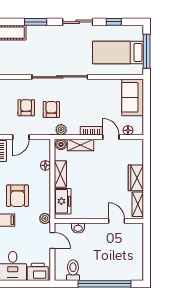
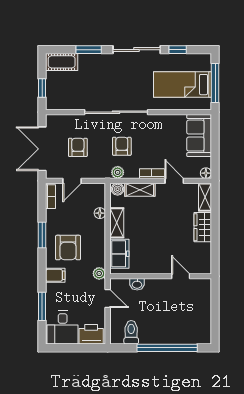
sliding door: (78, 22) -> (137, 50), width x1.37
armchair: (51, 109) -> (122, 146), moved
floor lamp: (128, 130) -> (206, 173), moved
shelving: (138, 204) -> (205, 197), moved

